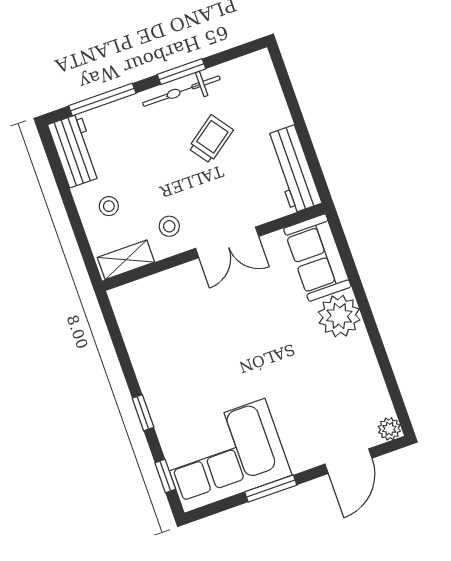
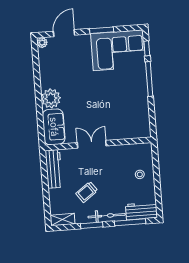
bicycle: (181, 91) -> (107, 216), moved
workbench: (75, 151) -> (141, 211), moved, turned 90
stool: (169, 226) -> (115, 158), removed
shelving: (126, 260) -> (63, 220), moved
window: (143, 413) -> (149, 79), width x2.17

